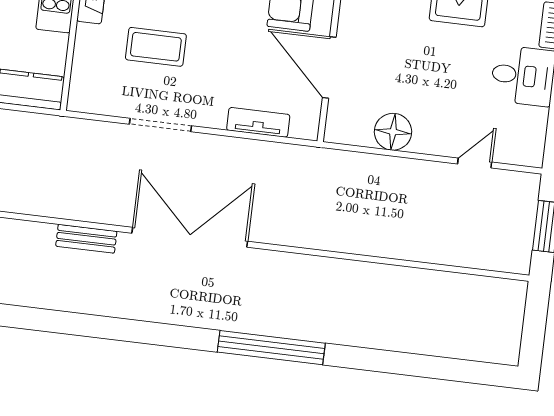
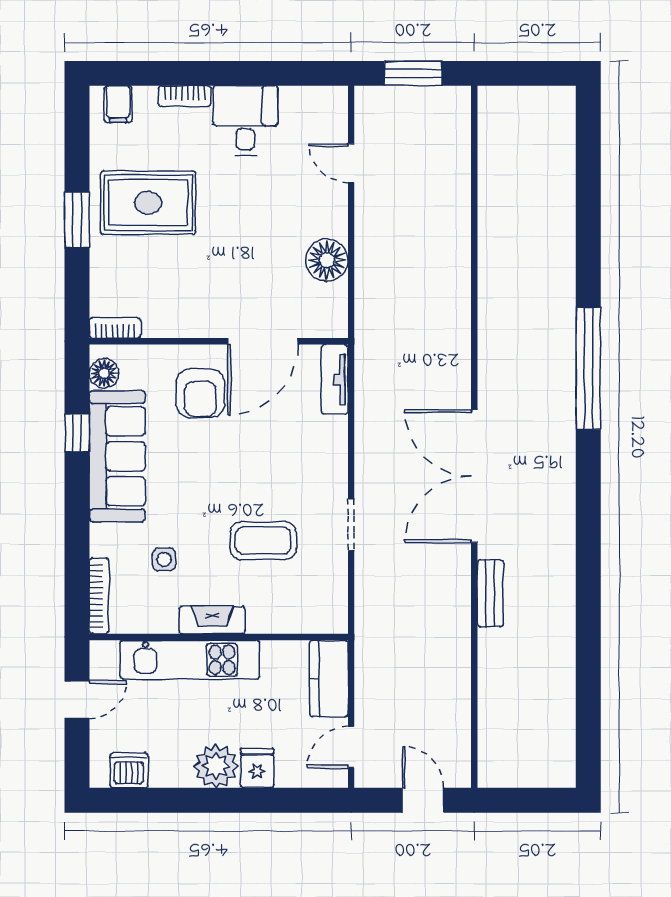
coffee table: (156, 47) -> (263, 541), turned 90
tv unit: (258, 122) -> (335, 379), moved
doorway: (161, 125) -> (351, 525), width x0.73

